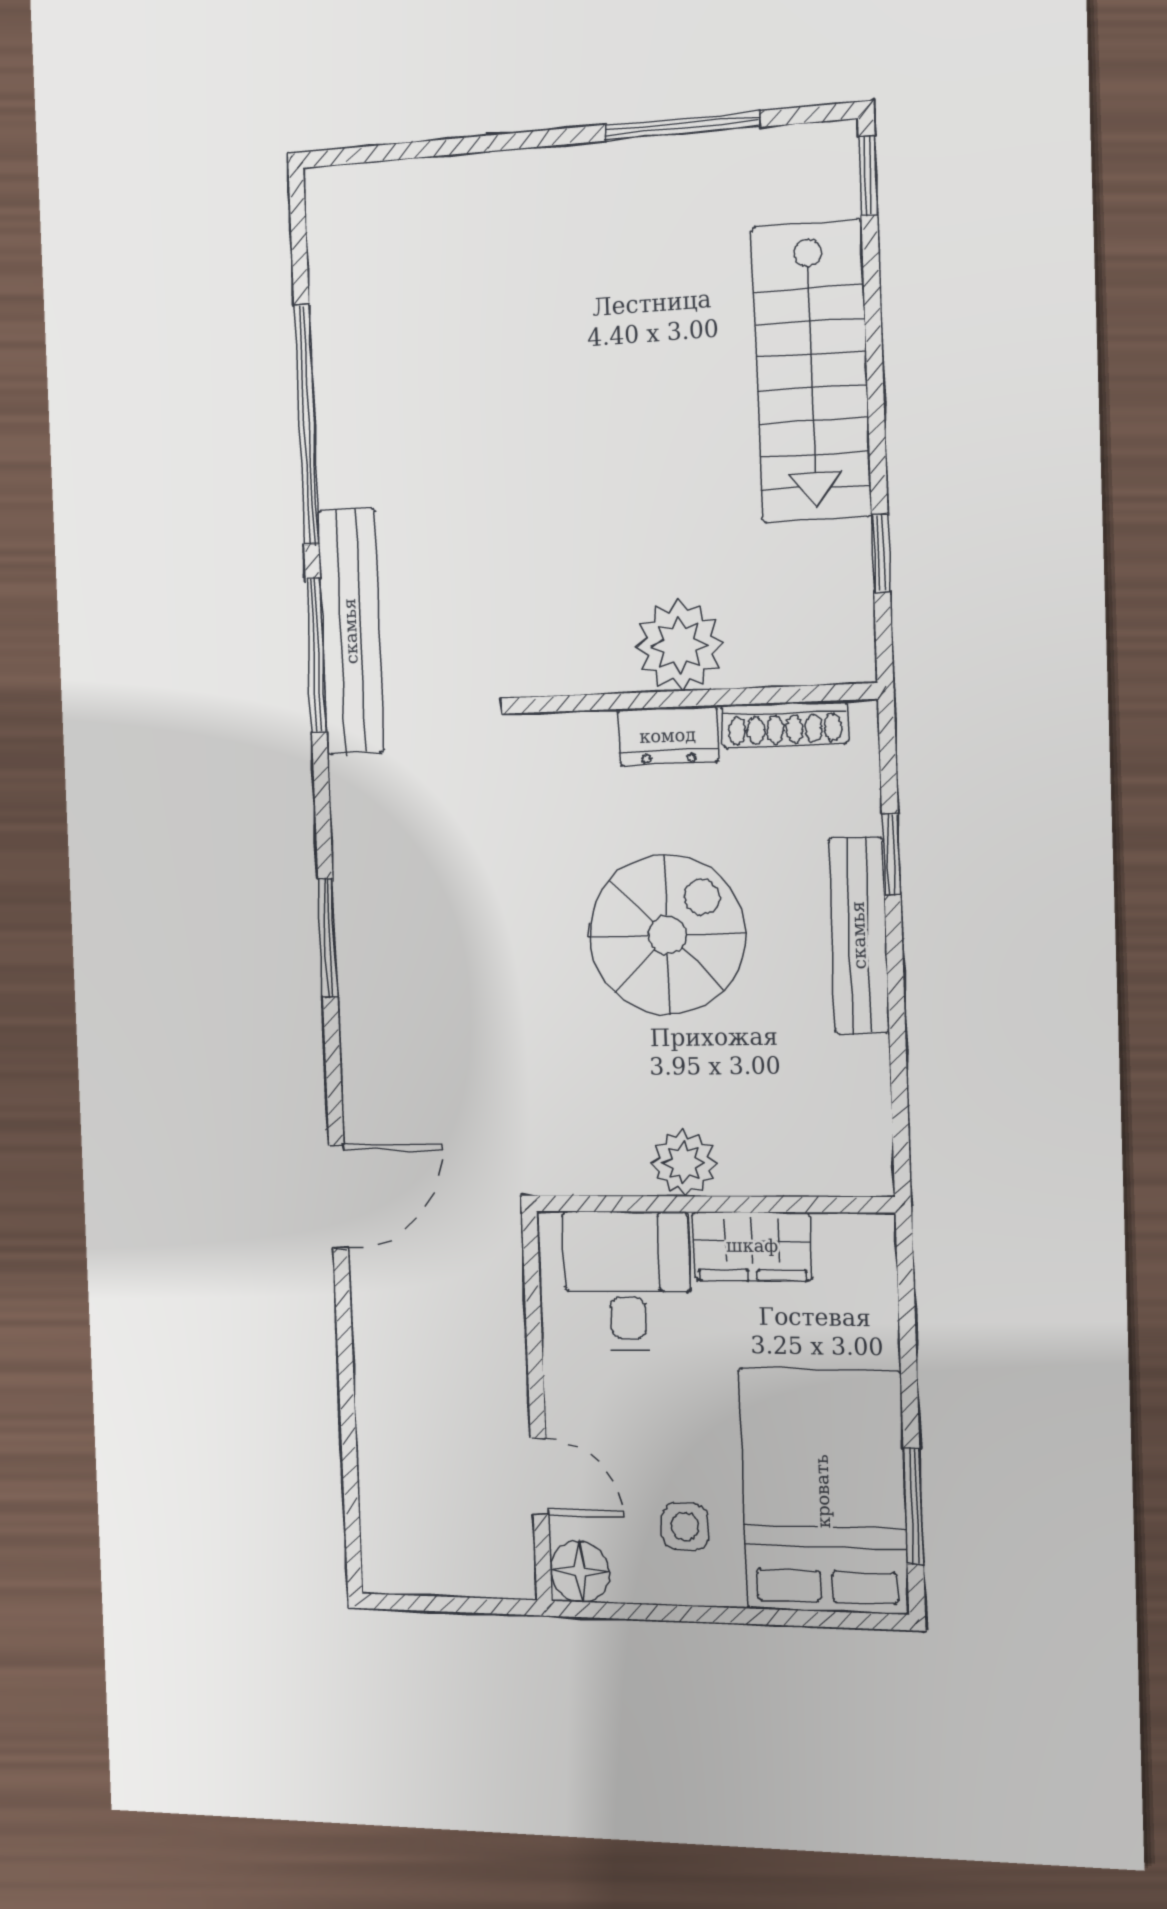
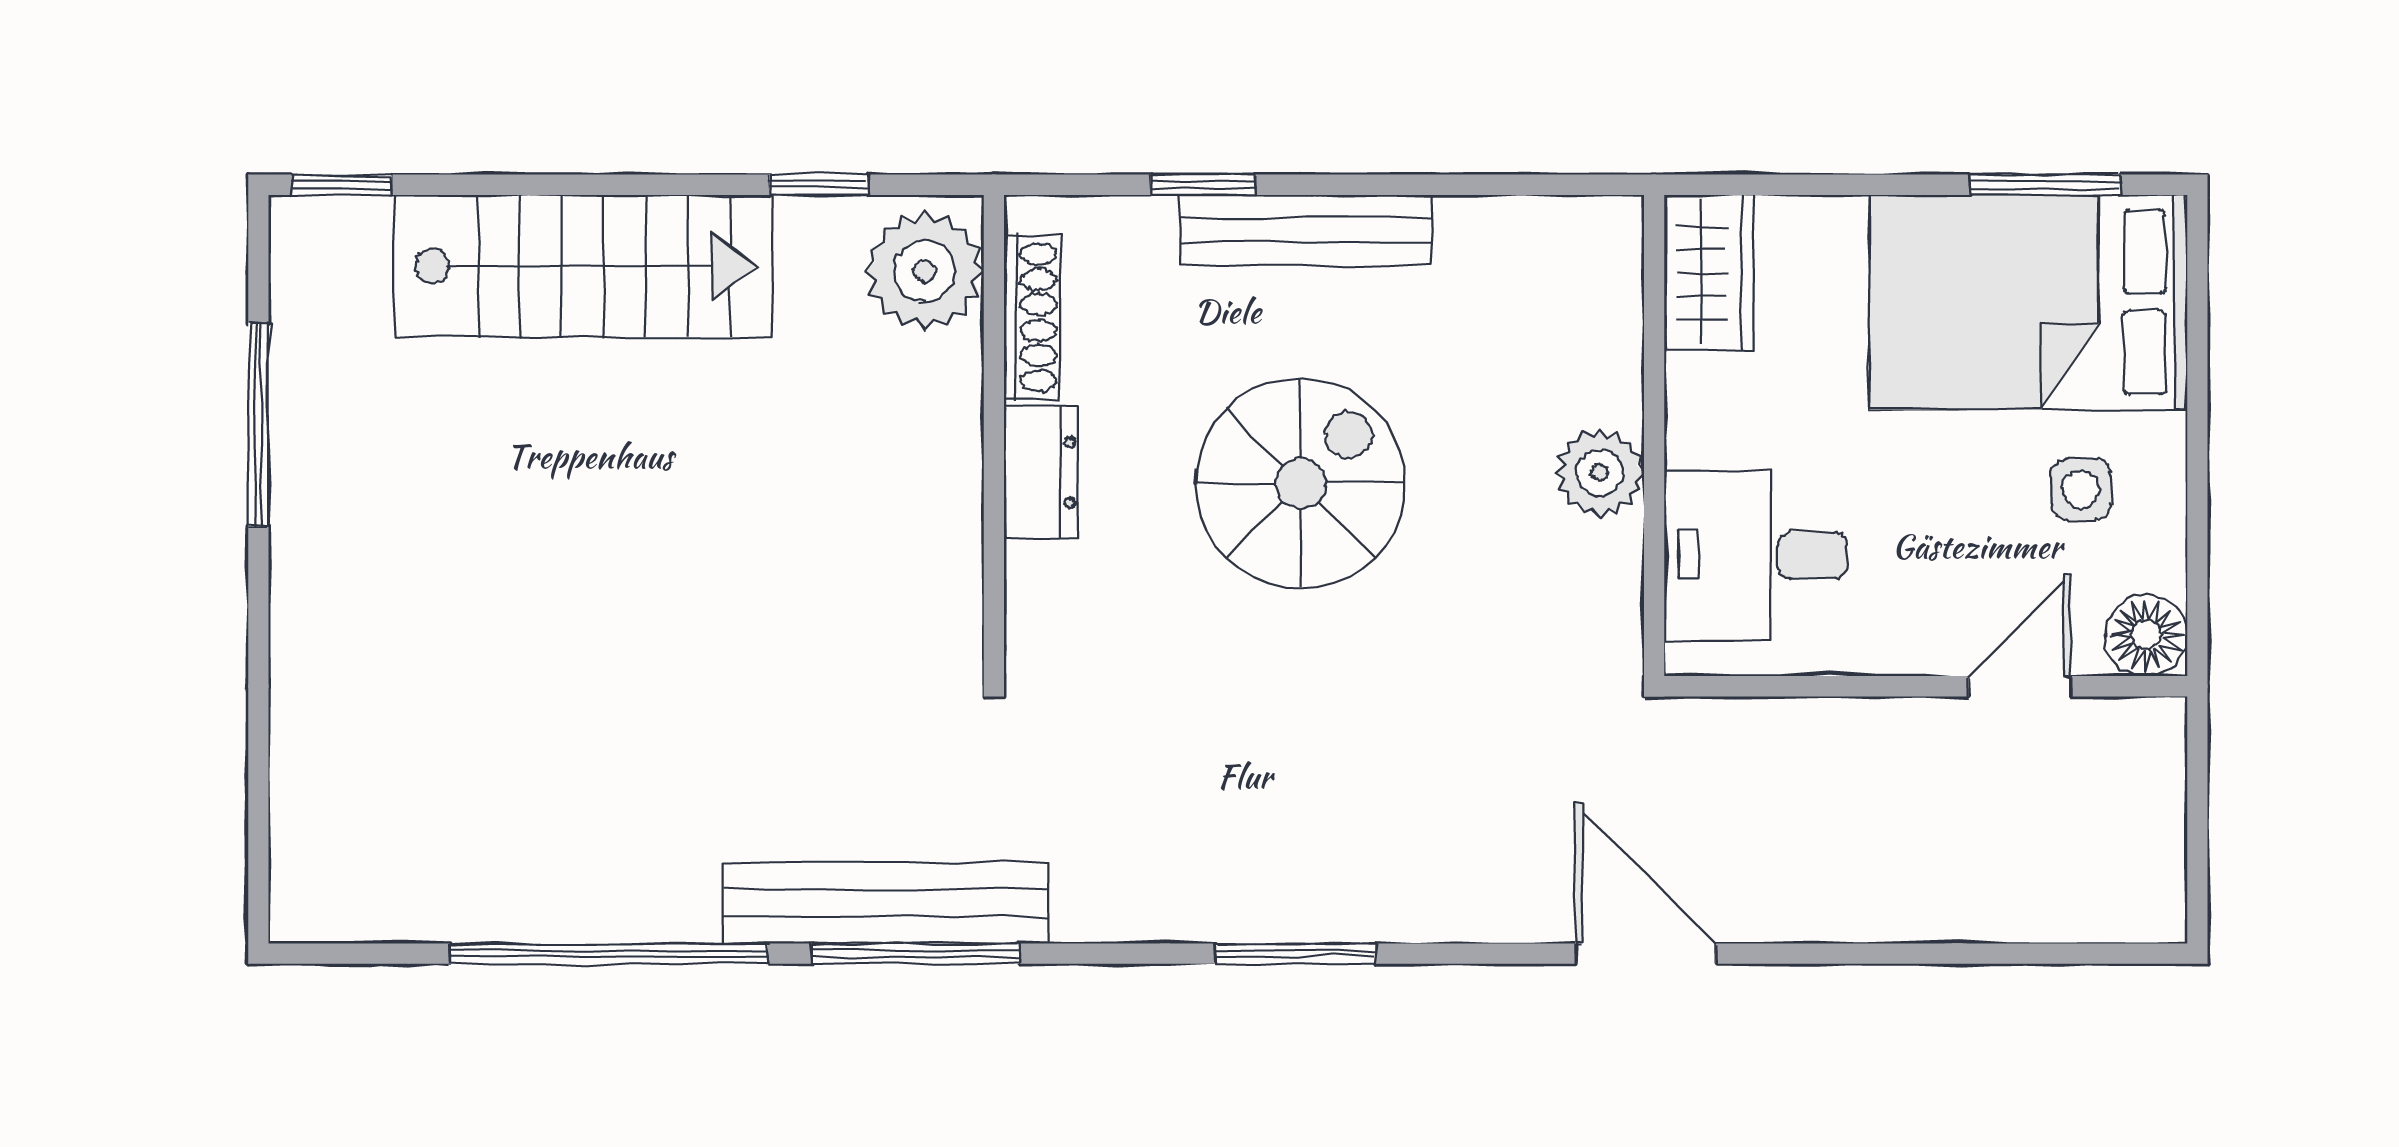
plant: (679, 645) -> (925, 271), moved
spiral stairs: (667, 935) -> (1300, 484), turned 90
wardrobe: (752, 1246) -> (1709, 273), moved

